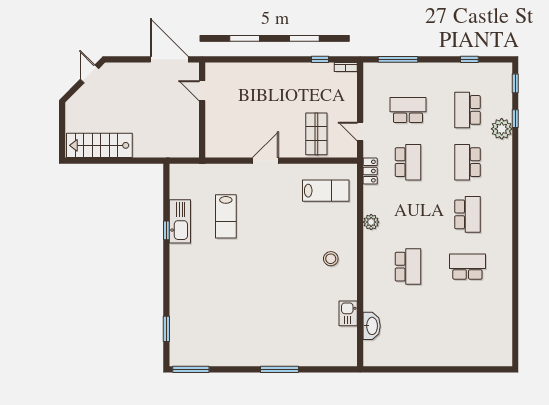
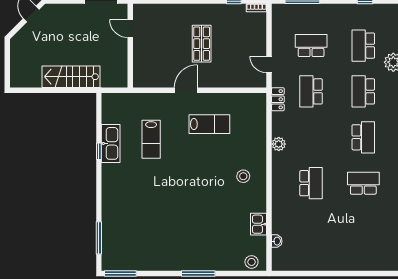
shop shelf: (316, 134) -> (202, 44), moved
stairs: (99, 145) -> (71, 77), moved
school desk: (408, 162) -> (311, 91), turned 180
lab bench: (326, 191) -> (209, 124), moved
washbasin: (372, 326) -> (277, 241), width x0.52, depth x0.69
window: (166, 329) -> (99, 238), width x1.44
stool: (340, 356) -> (252, 262), added

